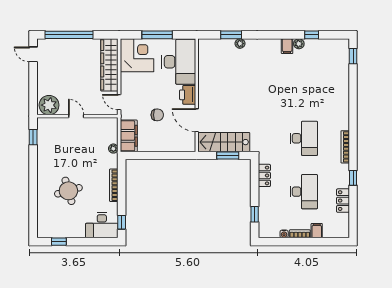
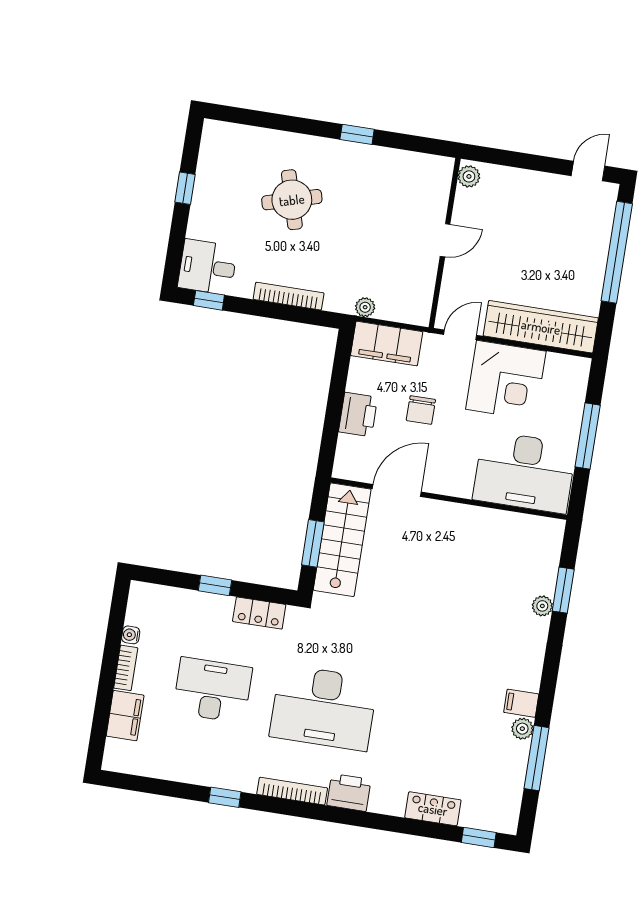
window: (312, 35) -> (537, 758), width x2.17
corner desk: (137, 55) -> (506, 380), moved
printer: (188, 95) -> (358, 415), moved, turned 90
plant: (49, 105) -> (469, 176), width x0.53, depth x0.53
printer: (342, 120) -> (349, 792), added
window: (33, 137) -> (357, 134), moved
desk: (304, 138) -> (324, 708), width x1.36, depth x1.30
desk: (304, 192) -> (212, 690), turned 180
locker: (343, 201) -> (433, 809), moved
window: (255, 214) -> (215, 585), moved
desk: (102, 225) -> (208, 267), width x0.73
filing cabinet: (317, 231) -> (125, 716), width x2.00
window: (59, 242) -> (185, 188), moved

